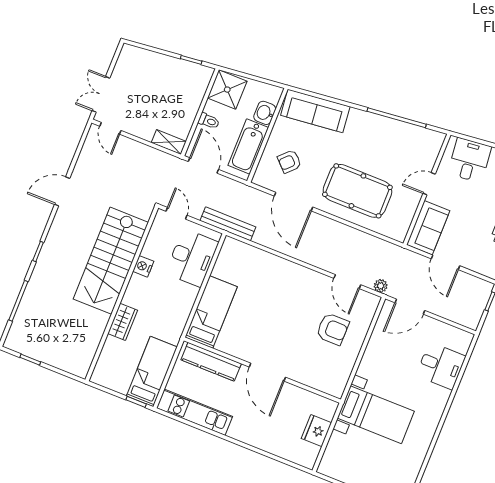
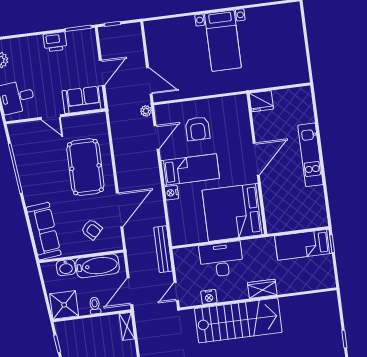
desk: (192, 258) -> (221, 259), moved
nightstand: (281, 265) -> (171, 193), added
nightstand: (143, 266) -> (209, 297), moved
bed: (295, 298) -> (190, 170), added
bed: (211, 312) -> (233, 212), width x2.04
wardrobe: (123, 322) -> (262, 289), moved
armchair: (333, 329) -> (198, 129), turned 180
kitchen counter: (211, 362) -> (272, 205), removed
desk: (441, 366) -> (180, 34), removed
kitchen unit: (195, 412) -> (310, 155), moved
bed with nightstands: (376, 415) -> (223, 41), moved, turned 180
fridge: (316, 431) -> (261, 101), moved

